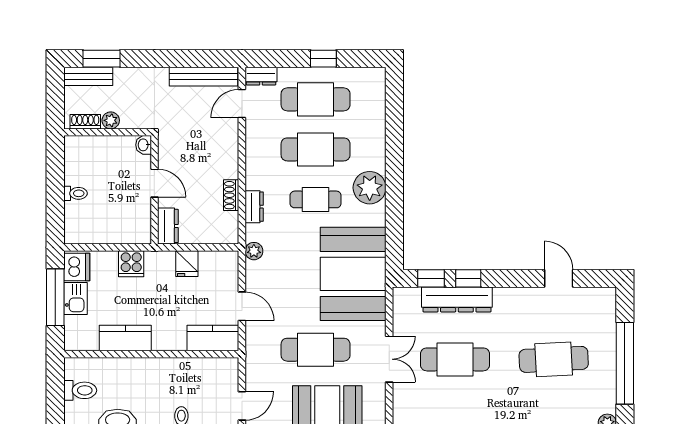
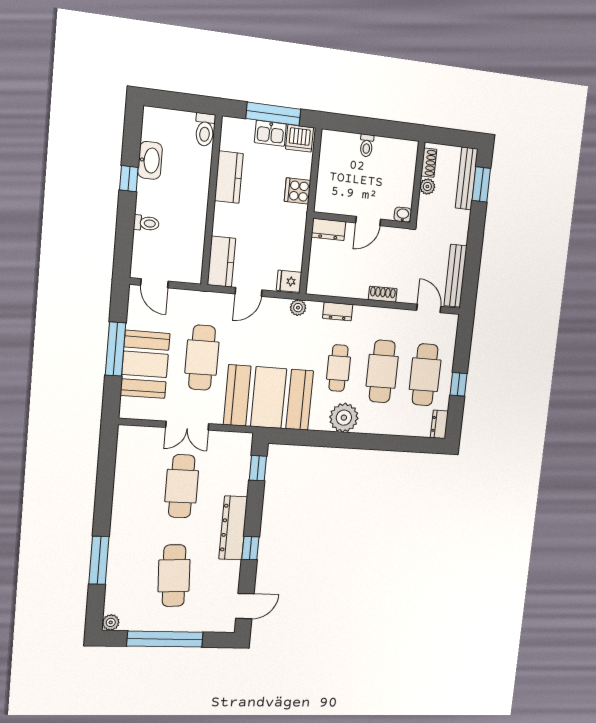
bench: (88, 76) -> (467, 178), width x1.36
dresser: (261, 76) -> (439, 424), moved
shoe rack: (231, 195) -> (383, 294), moved
fridge: (187, 264) -> (289, 281), moved
window: (468, 278) -> (250, 548), moved
door: (559, 278) -> (245, 606), moved
dresser: (457, 299) -> (233, 528), moved
toilet: (80, 390) -> (205, 130), moved

